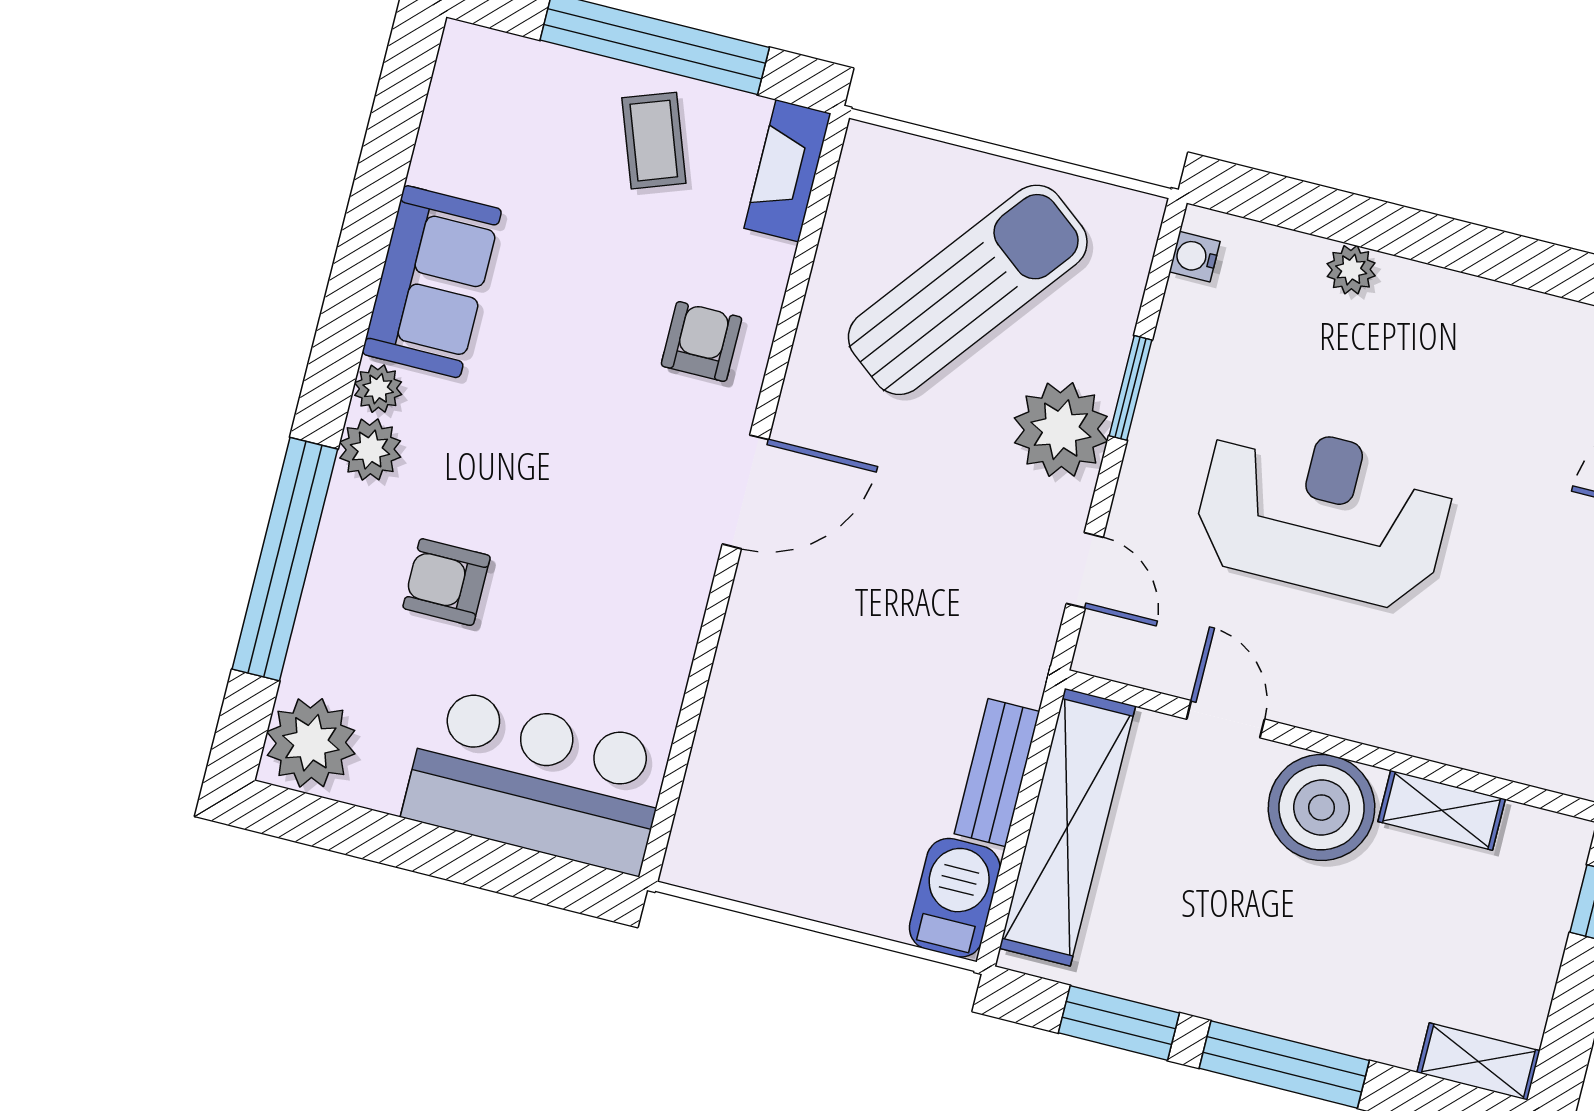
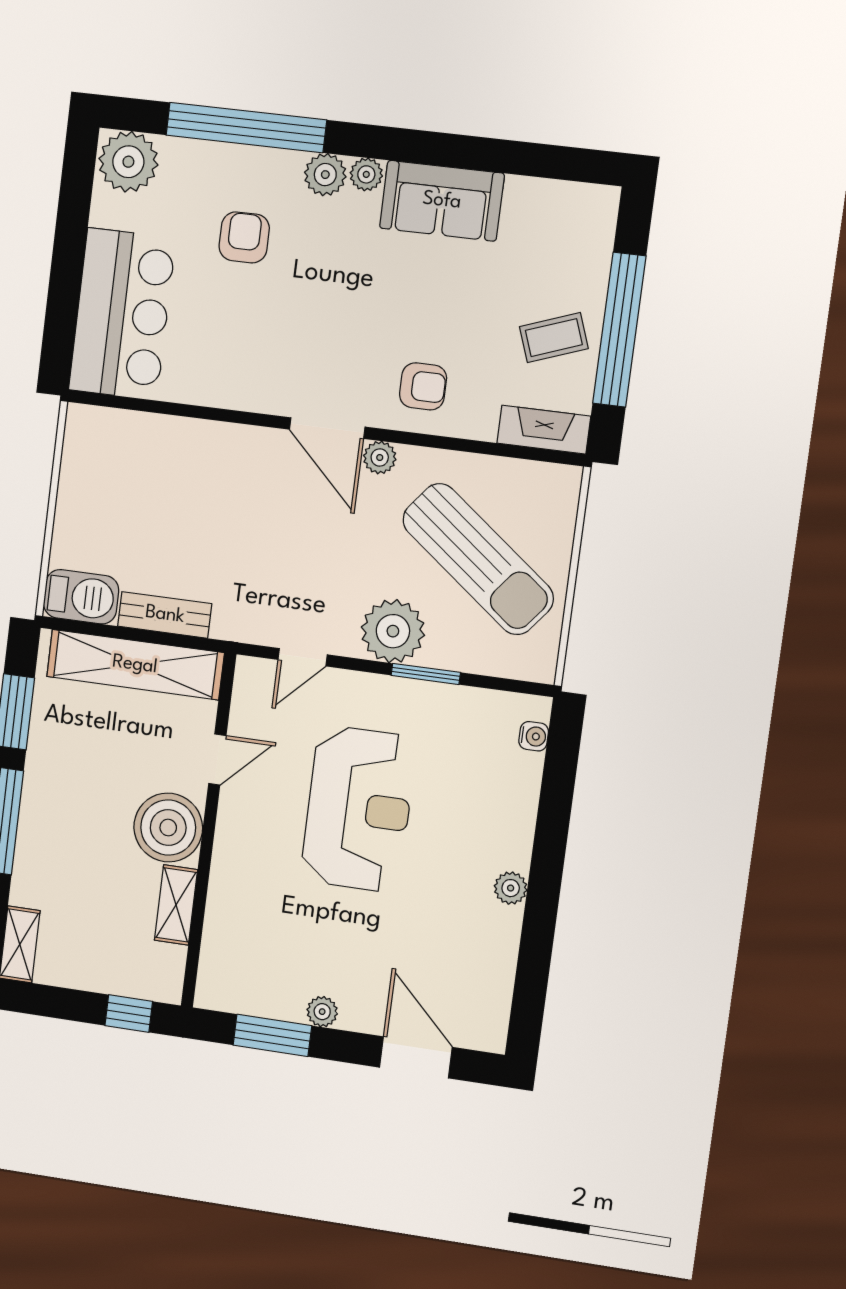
water cooler: (1195, 257) -> (534, 736), moved, turned 90
plant: (1351, 270) -> (511, 888), moved
plant: (799, 419) -> (380, 458), added

